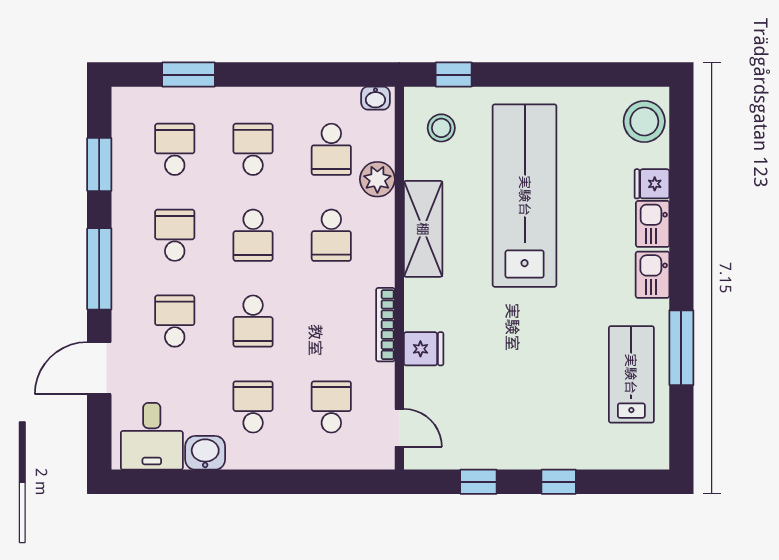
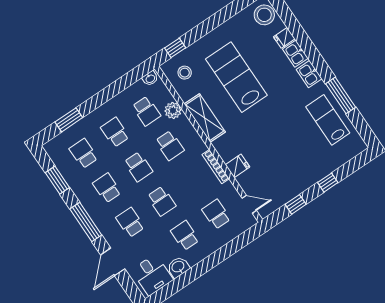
lab bench: (525, 196) -> (236, 77), width x0.73

